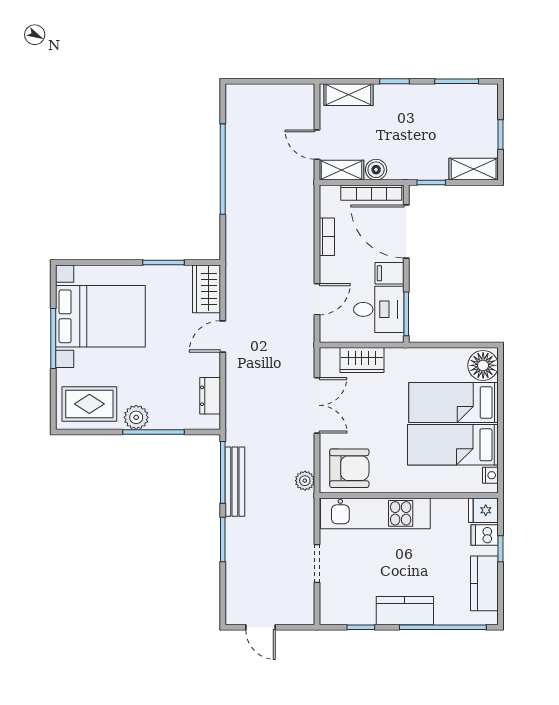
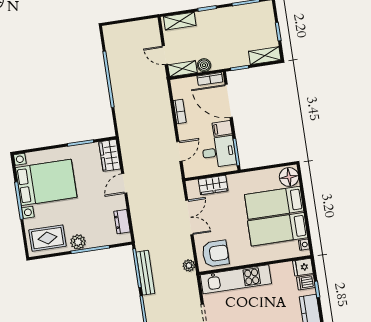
bookcase: (371, 193) -> (210, 79), width x0.64

